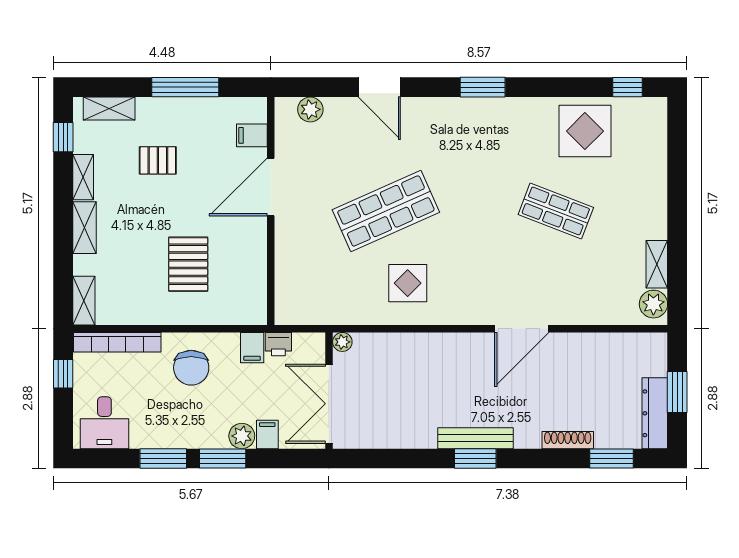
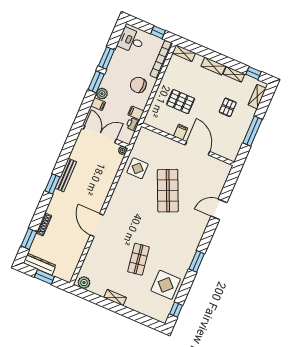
window: (483, 87) -> (197, 261), moved
plant: (310, 109) -> (222, 178), removed
filing cabinet: (252, 135) -> (181, 132), moved
shop shelf: (556, 211) -> (138, 259), turned -30
shelving: (657, 264) -> (115, 297), moved
display table: (408, 283) -> (138, 168), moved
bench: (475, 438) -> (66, 175), moved

